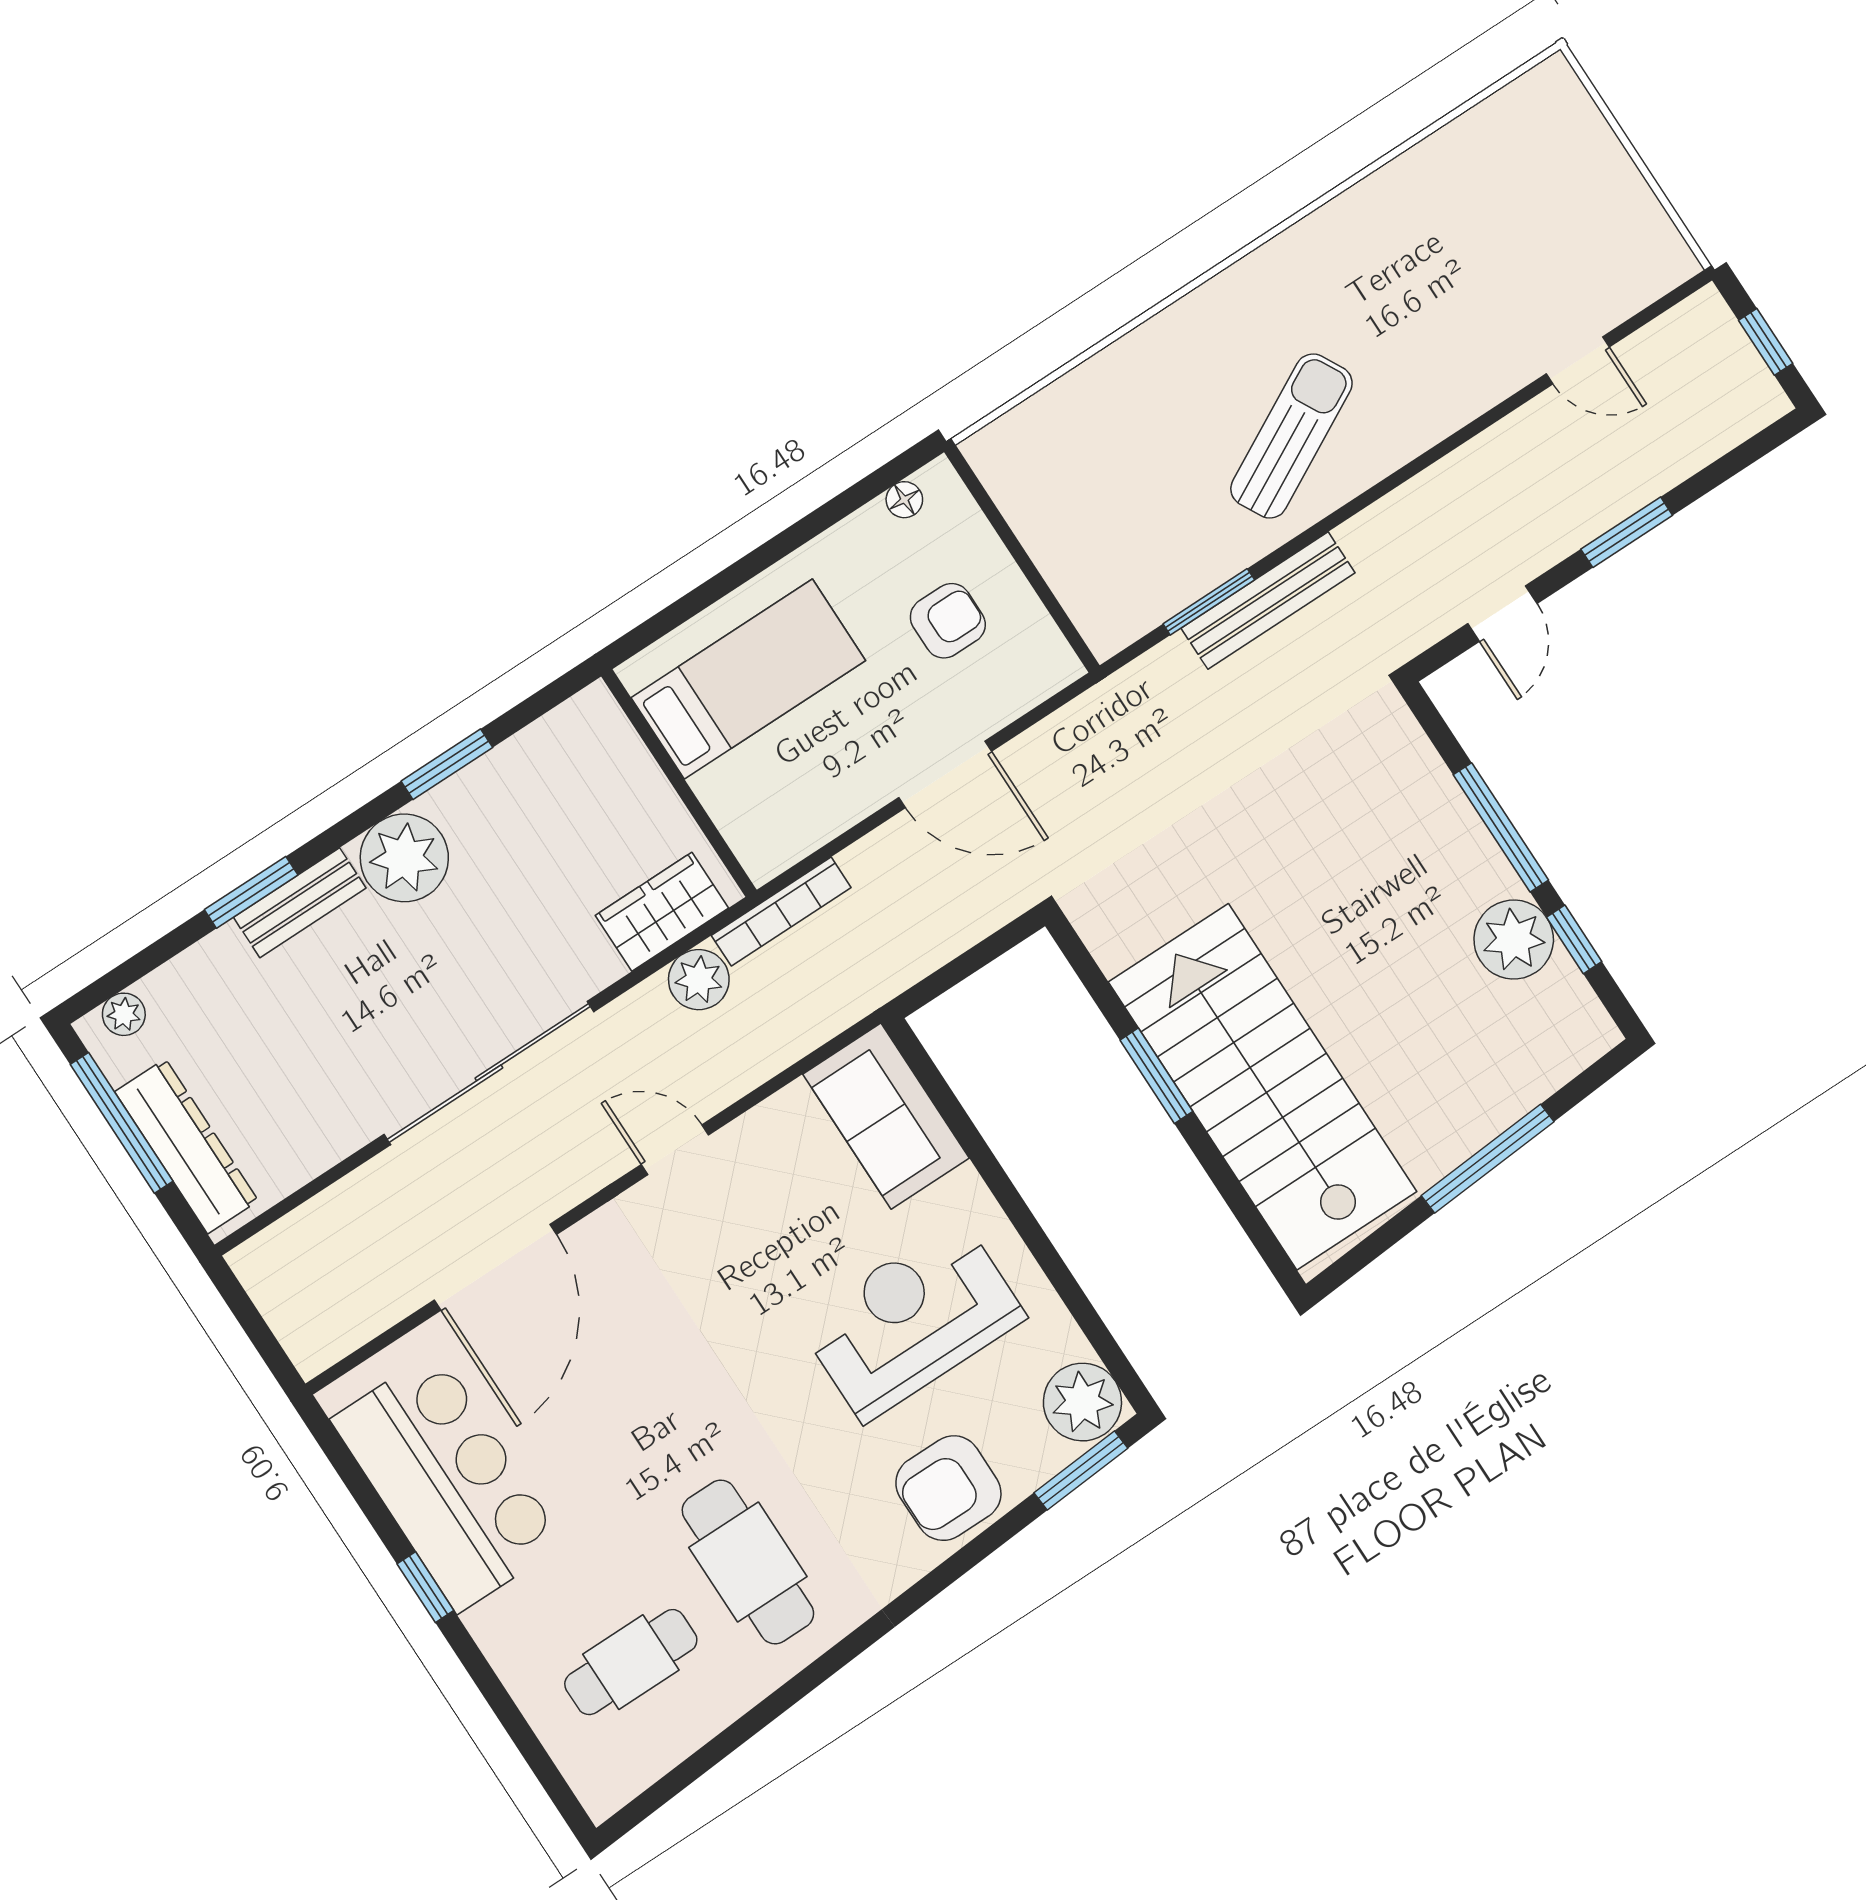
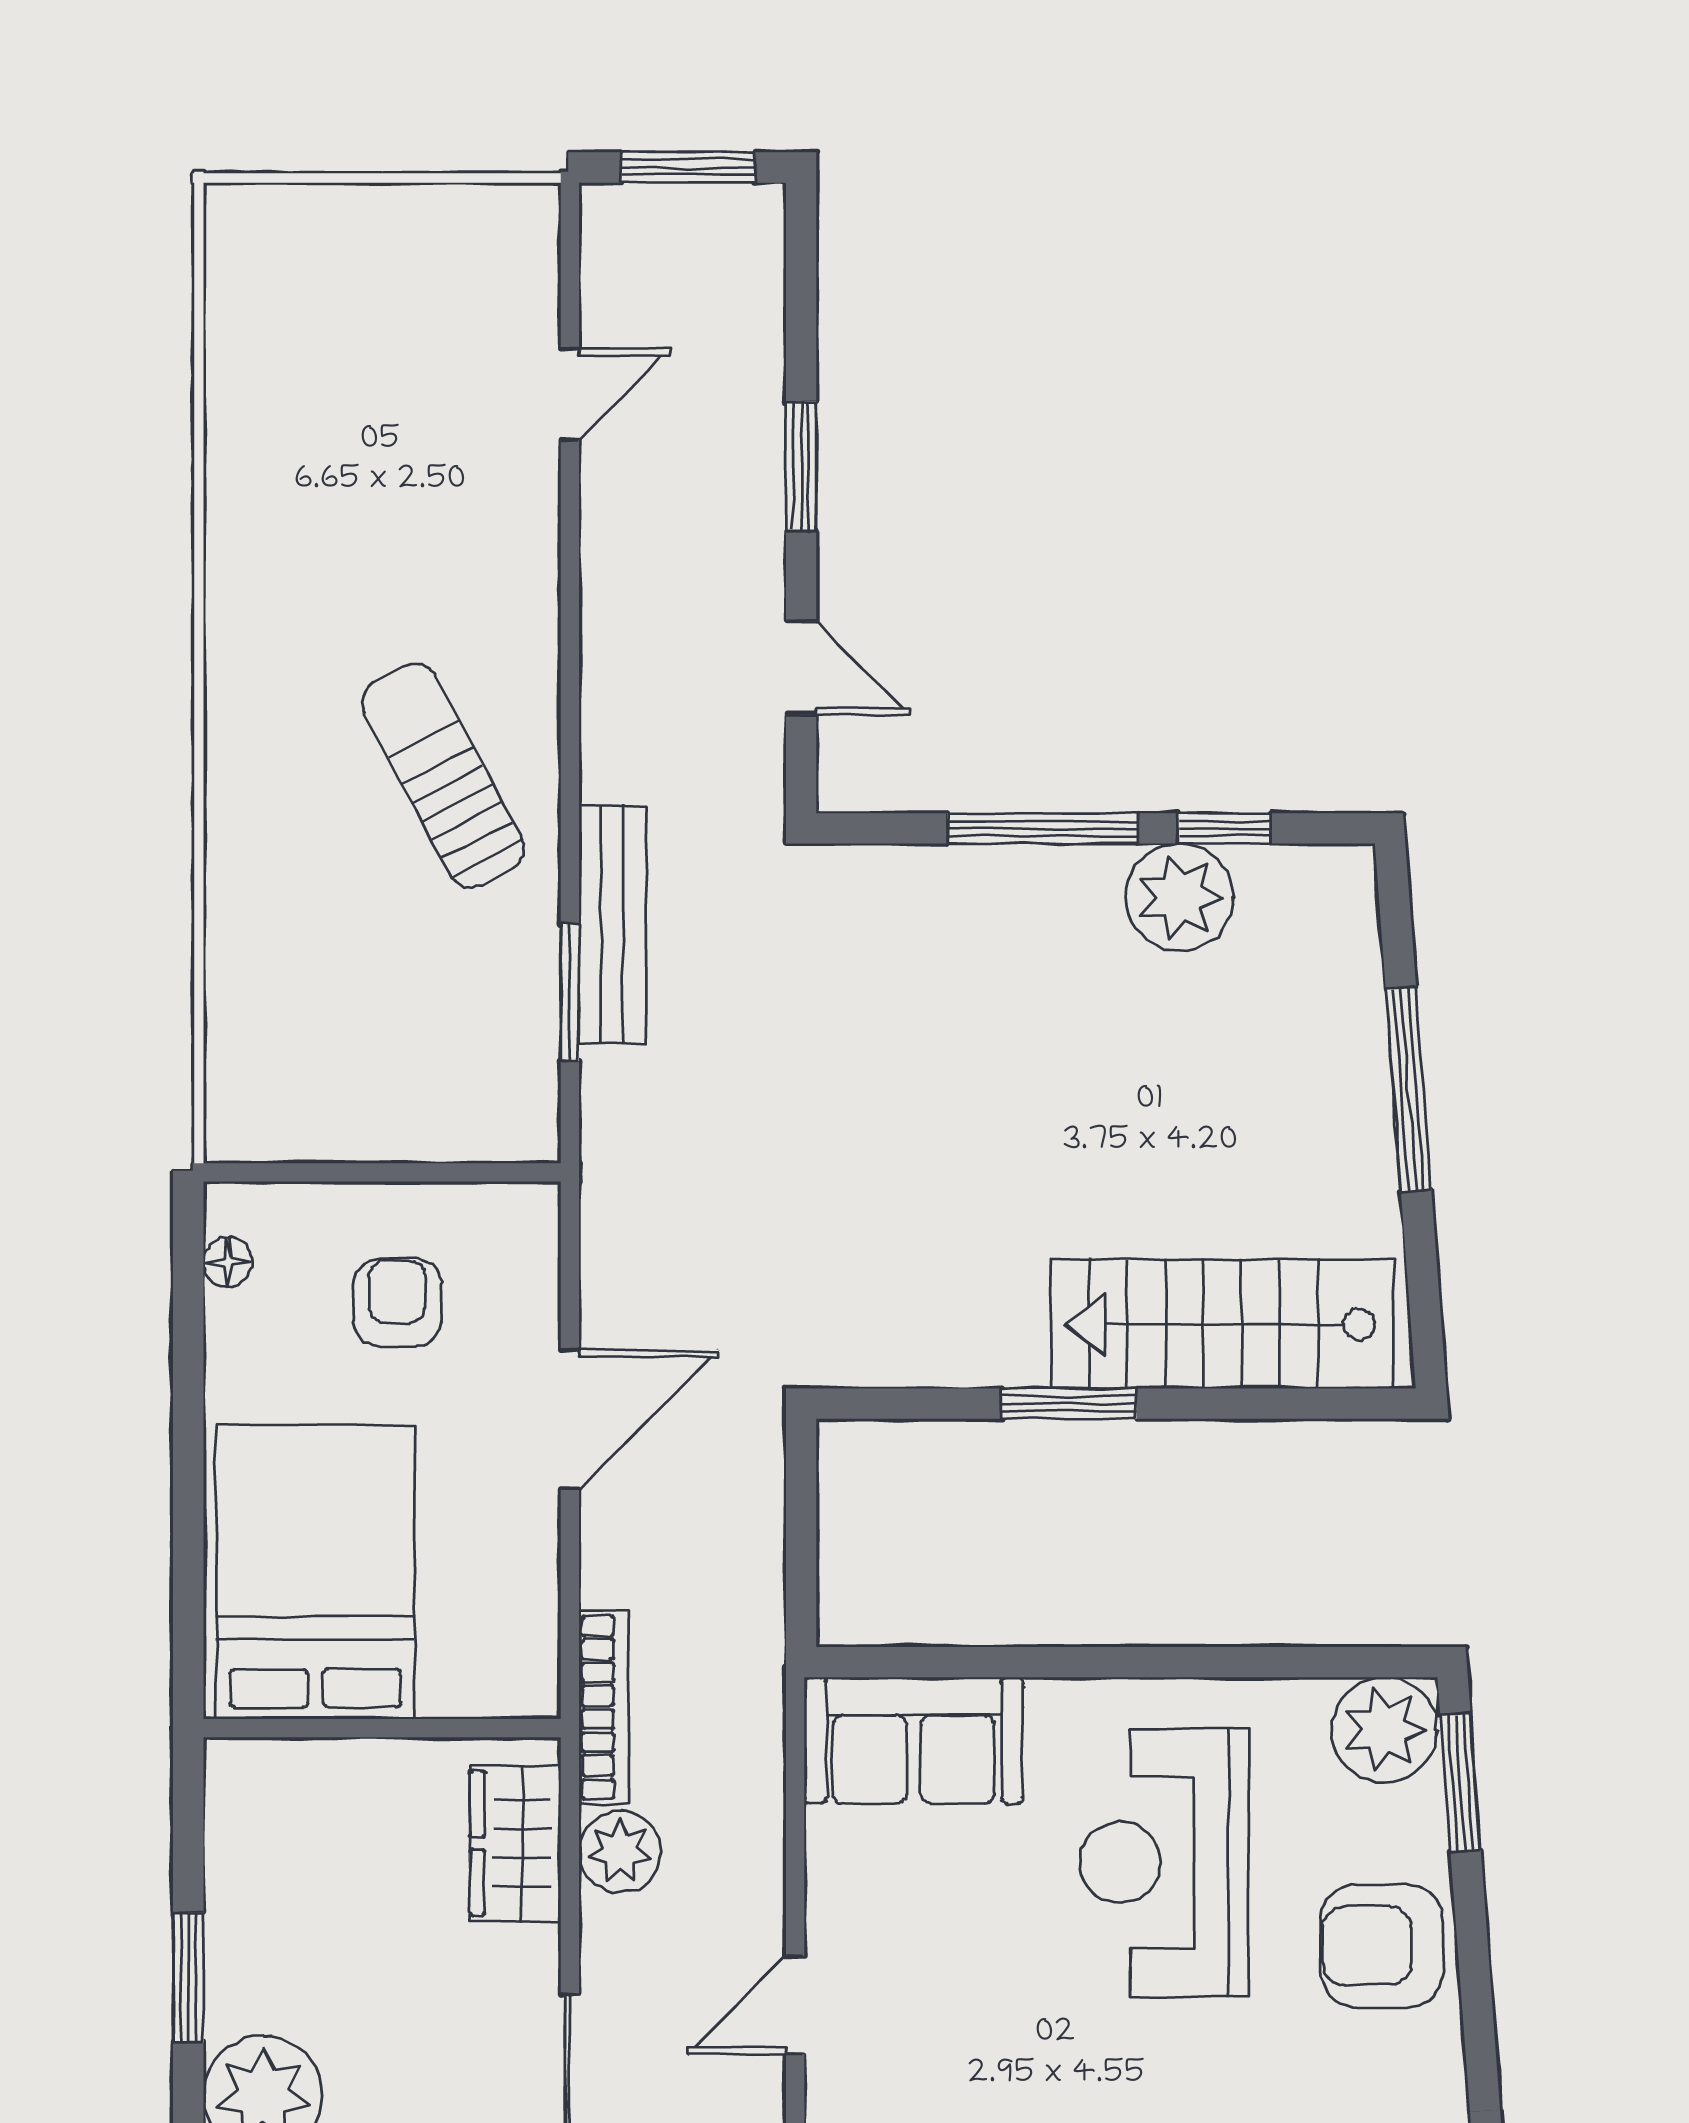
window: (1766, 342) -> (688, 167), width x1.50
bed: (748, 679) -> (315, 1572), width x1.50
stairs: (1263, 1087) -> (1222, 1324), width x0.73, depth x0.66
armchair: (948, 1488) -> (1382, 1946), turned 90

